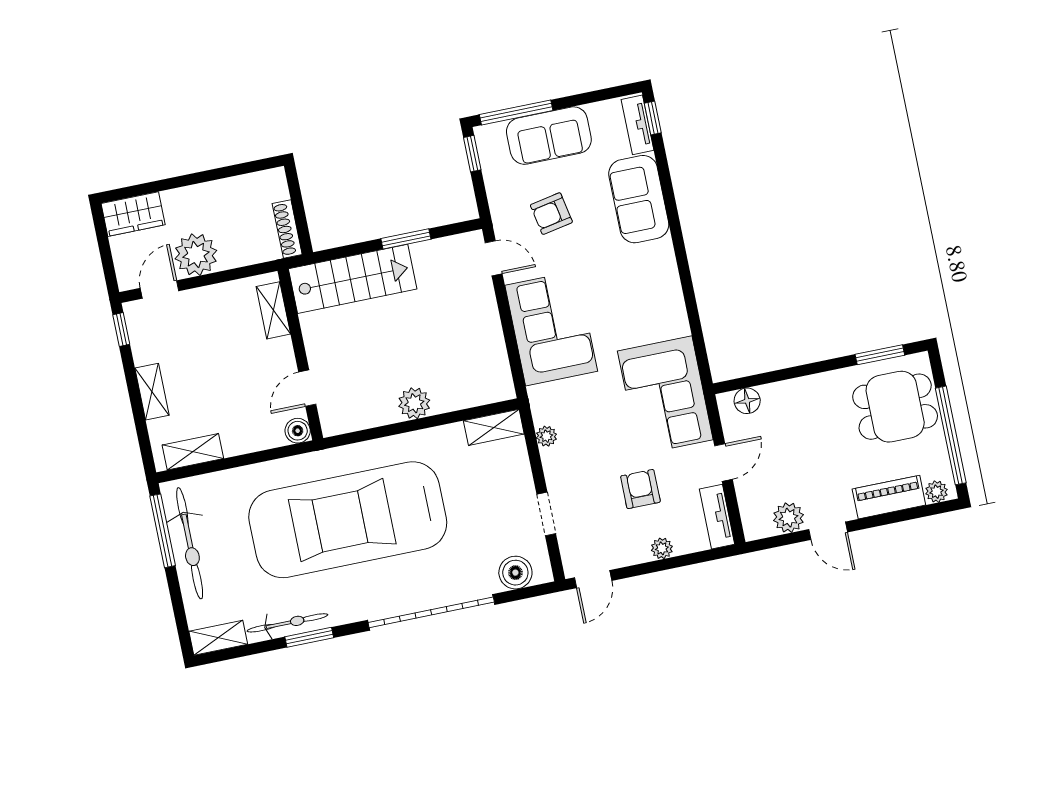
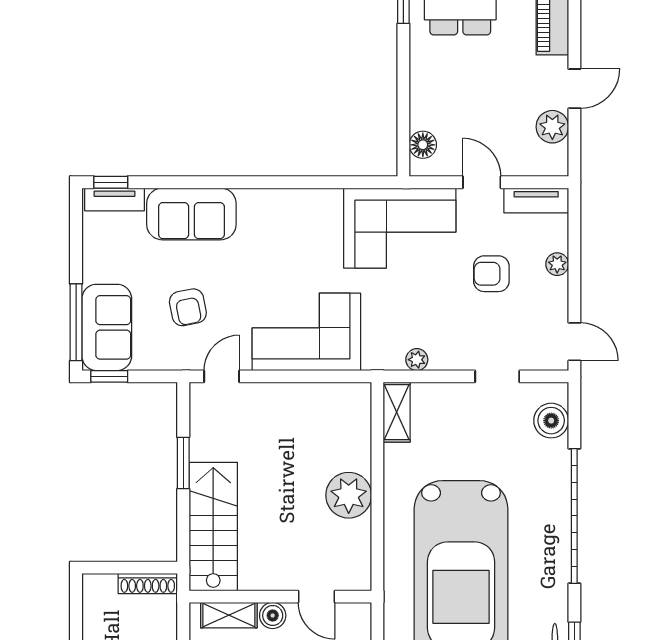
sofa: (549, 136) -> (107, 327), moved
plant: (414, 403) -> (349, 495), width x1.36, depth x1.36
boiler: (298, 431) -> (273, 615), moved

